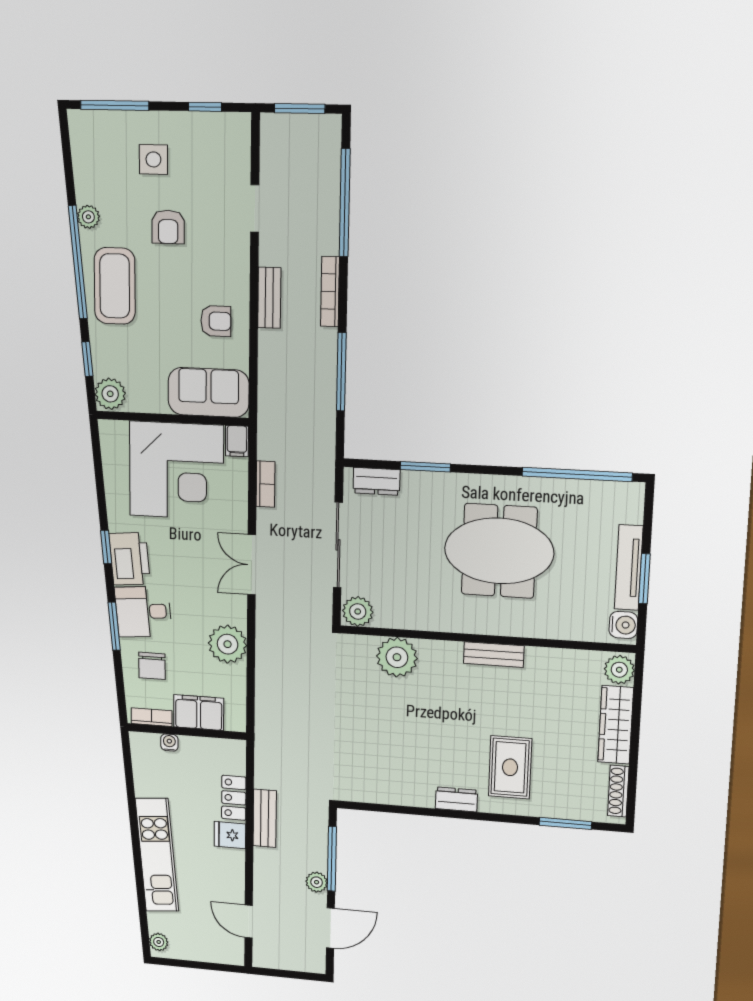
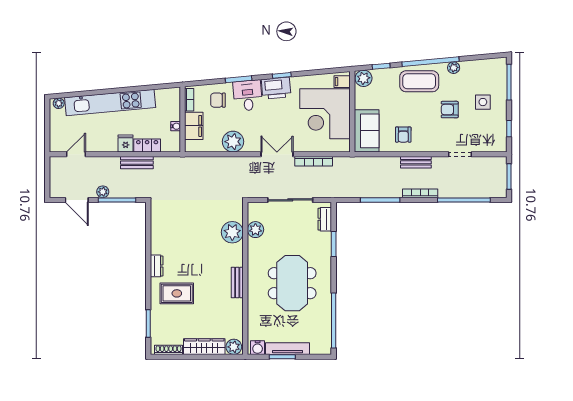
filing cabinet: (237, 441) -> (342, 82), moved
bookcase: (265, 484) -> (314, 161), width x1.56
plant: (358, 611) -> (255, 230), moved
water cooler: (169, 742) -> (176, 126), moved
kitchen unit: (157, 855) -> (110, 102), width x1.36

